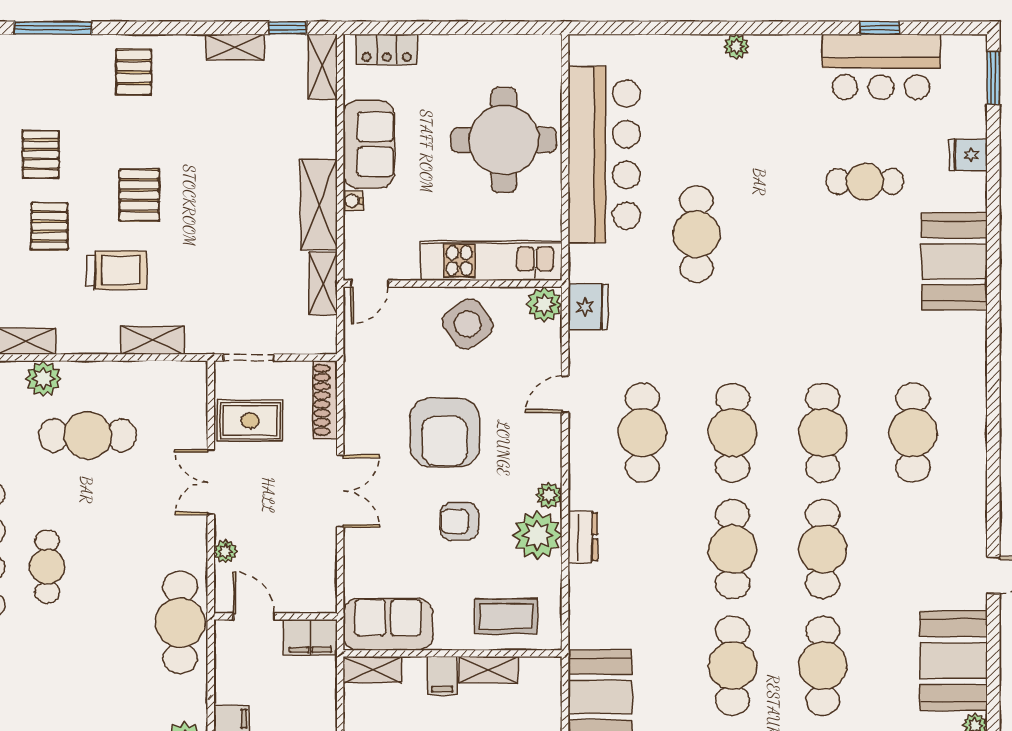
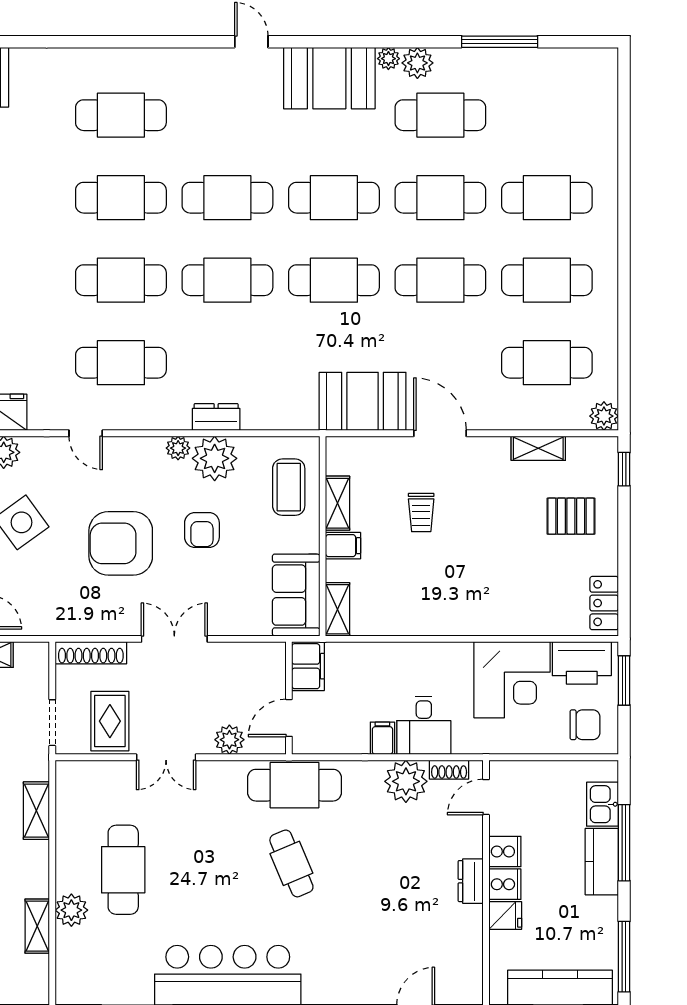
armchair: (445, 432) -> (121, 543), turned 180
plant: (226, 551) -> (229, 740), width x1.38, depth x1.38
cafe table: (47, 567) -> (291, 863), moved, turned 67

